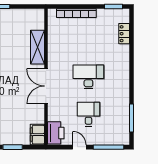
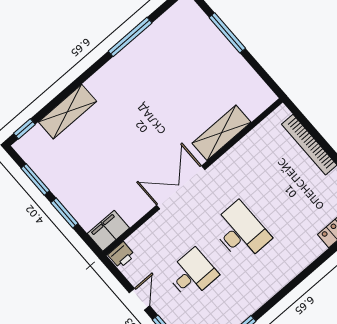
printer: (56, 133) -> (121, 255), width x0.53, depth x0.68

